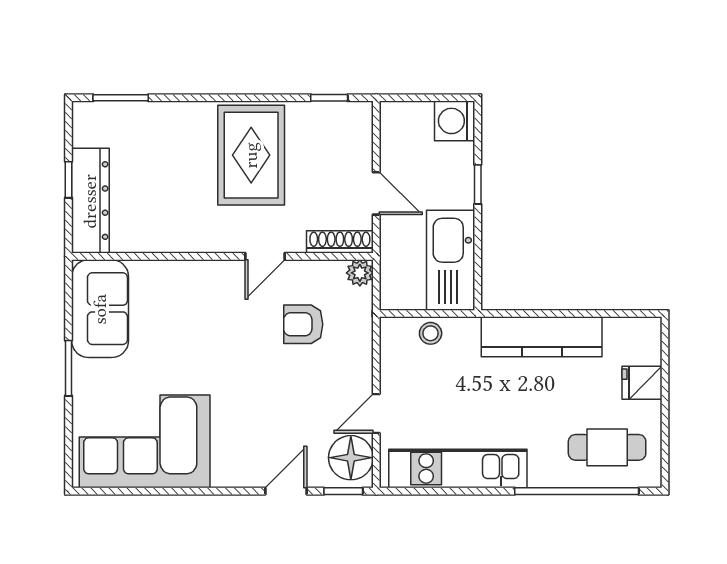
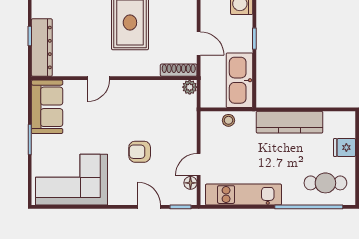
door: (265, 256) -> (99, 78), moved
armchair: (303, 324) -> (140, 152), moved
floor lamp: (351, 458) -> (190, 183), width x0.53, depth x0.53
door: (286, 491) -> (149, 207), hinge flipped

